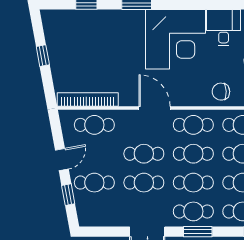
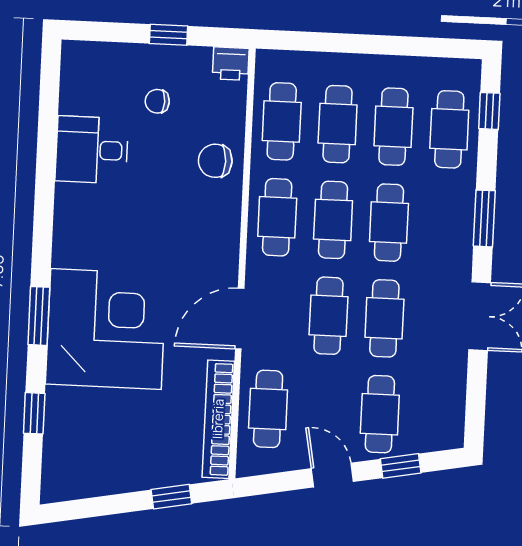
corner desk: (175, 39) -> (106, 329), moved
window: (43, 56) -> (171, 497), moved
chair: (221, 92) -> (215, 161), turned 92
door: (155, 108) -> (240, 319), moved
cafe table: (193, 211) -> (445, 225), removed

